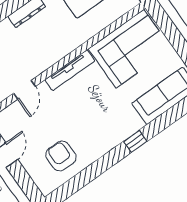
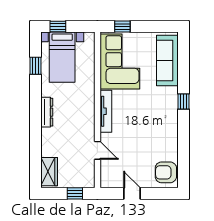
window: (167, 26) -> (122, 26), added
armchair: (61, 156) -> (166, 172), moved

